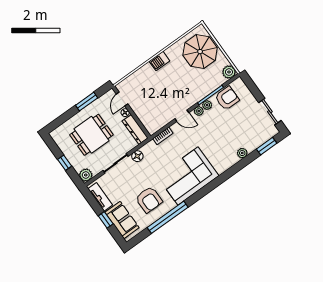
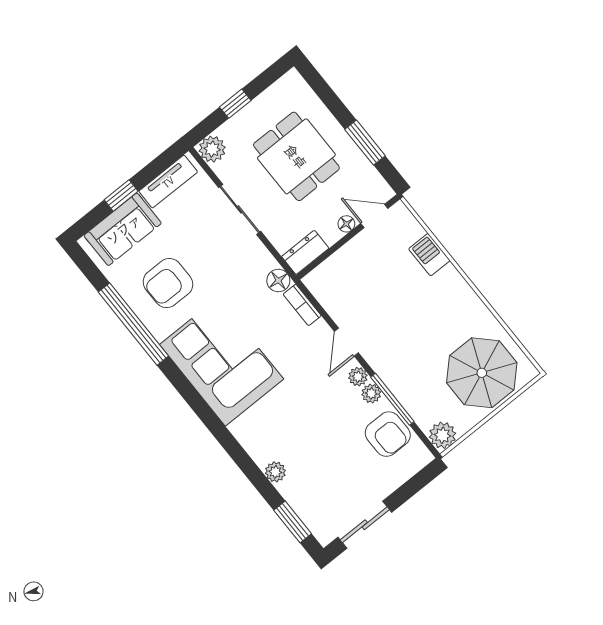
barbecue: (159, 61) -> (429, 255), moved
dresser: (135, 129) -> (305, 252), width x0.70
floor lamp: (137, 156) -> (278, 281), moved

